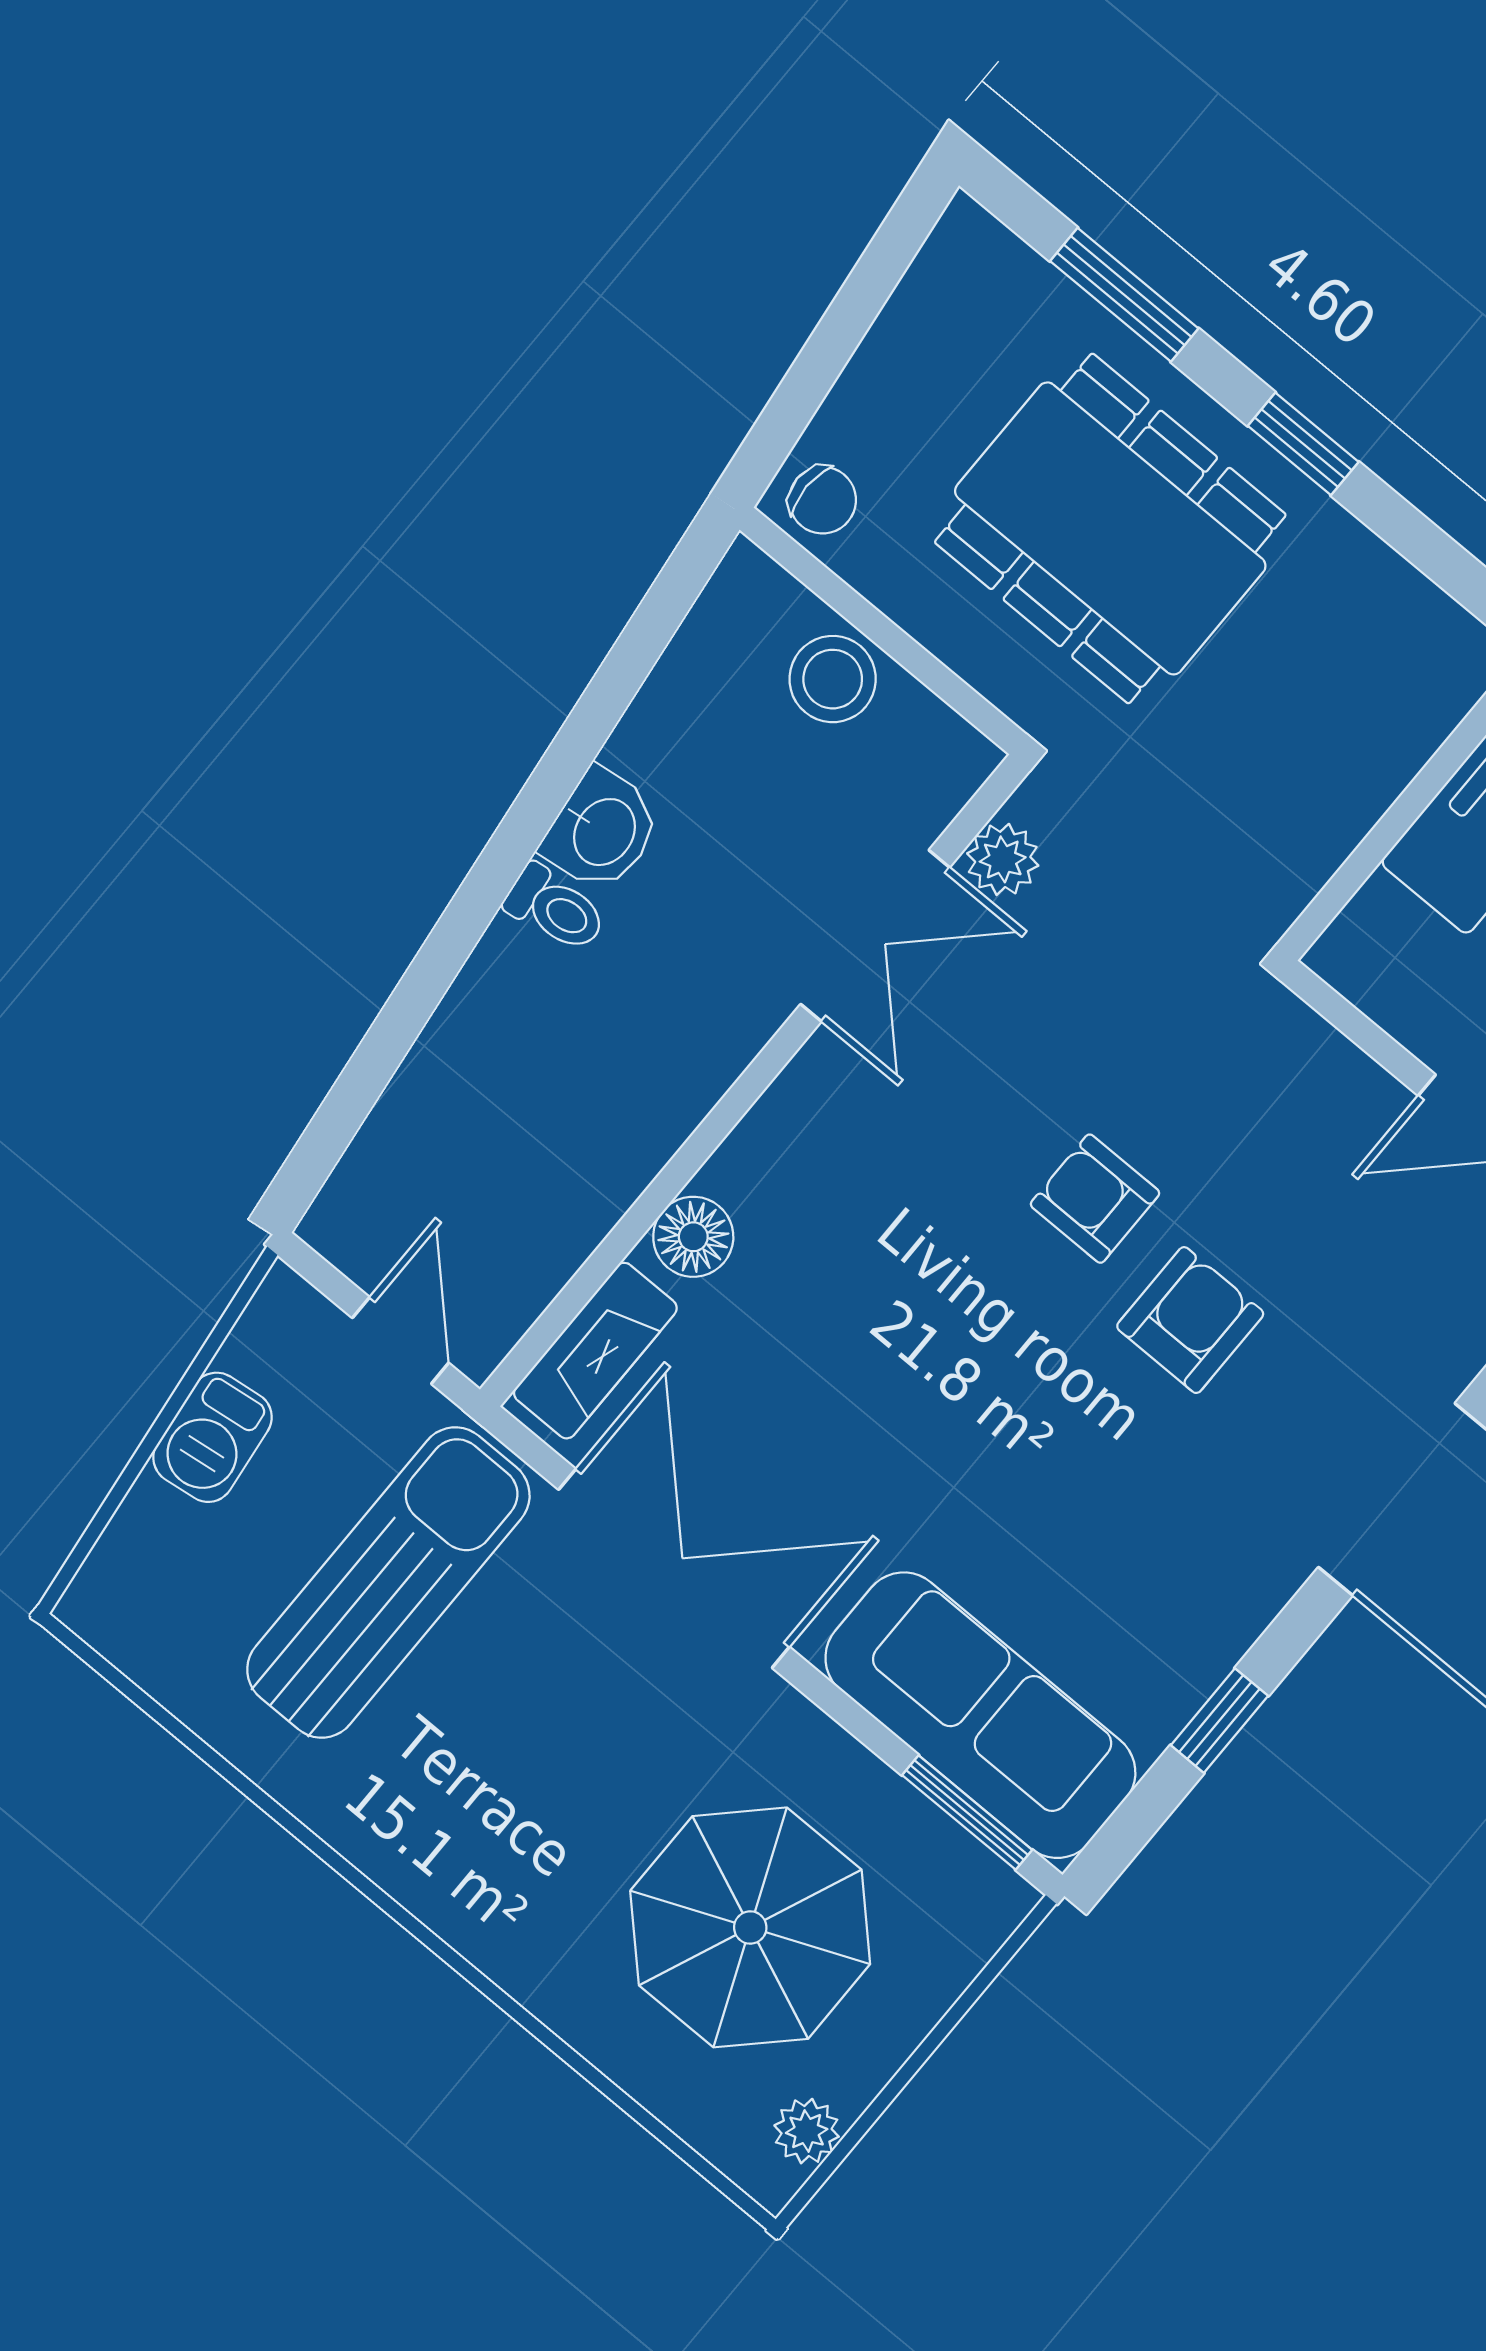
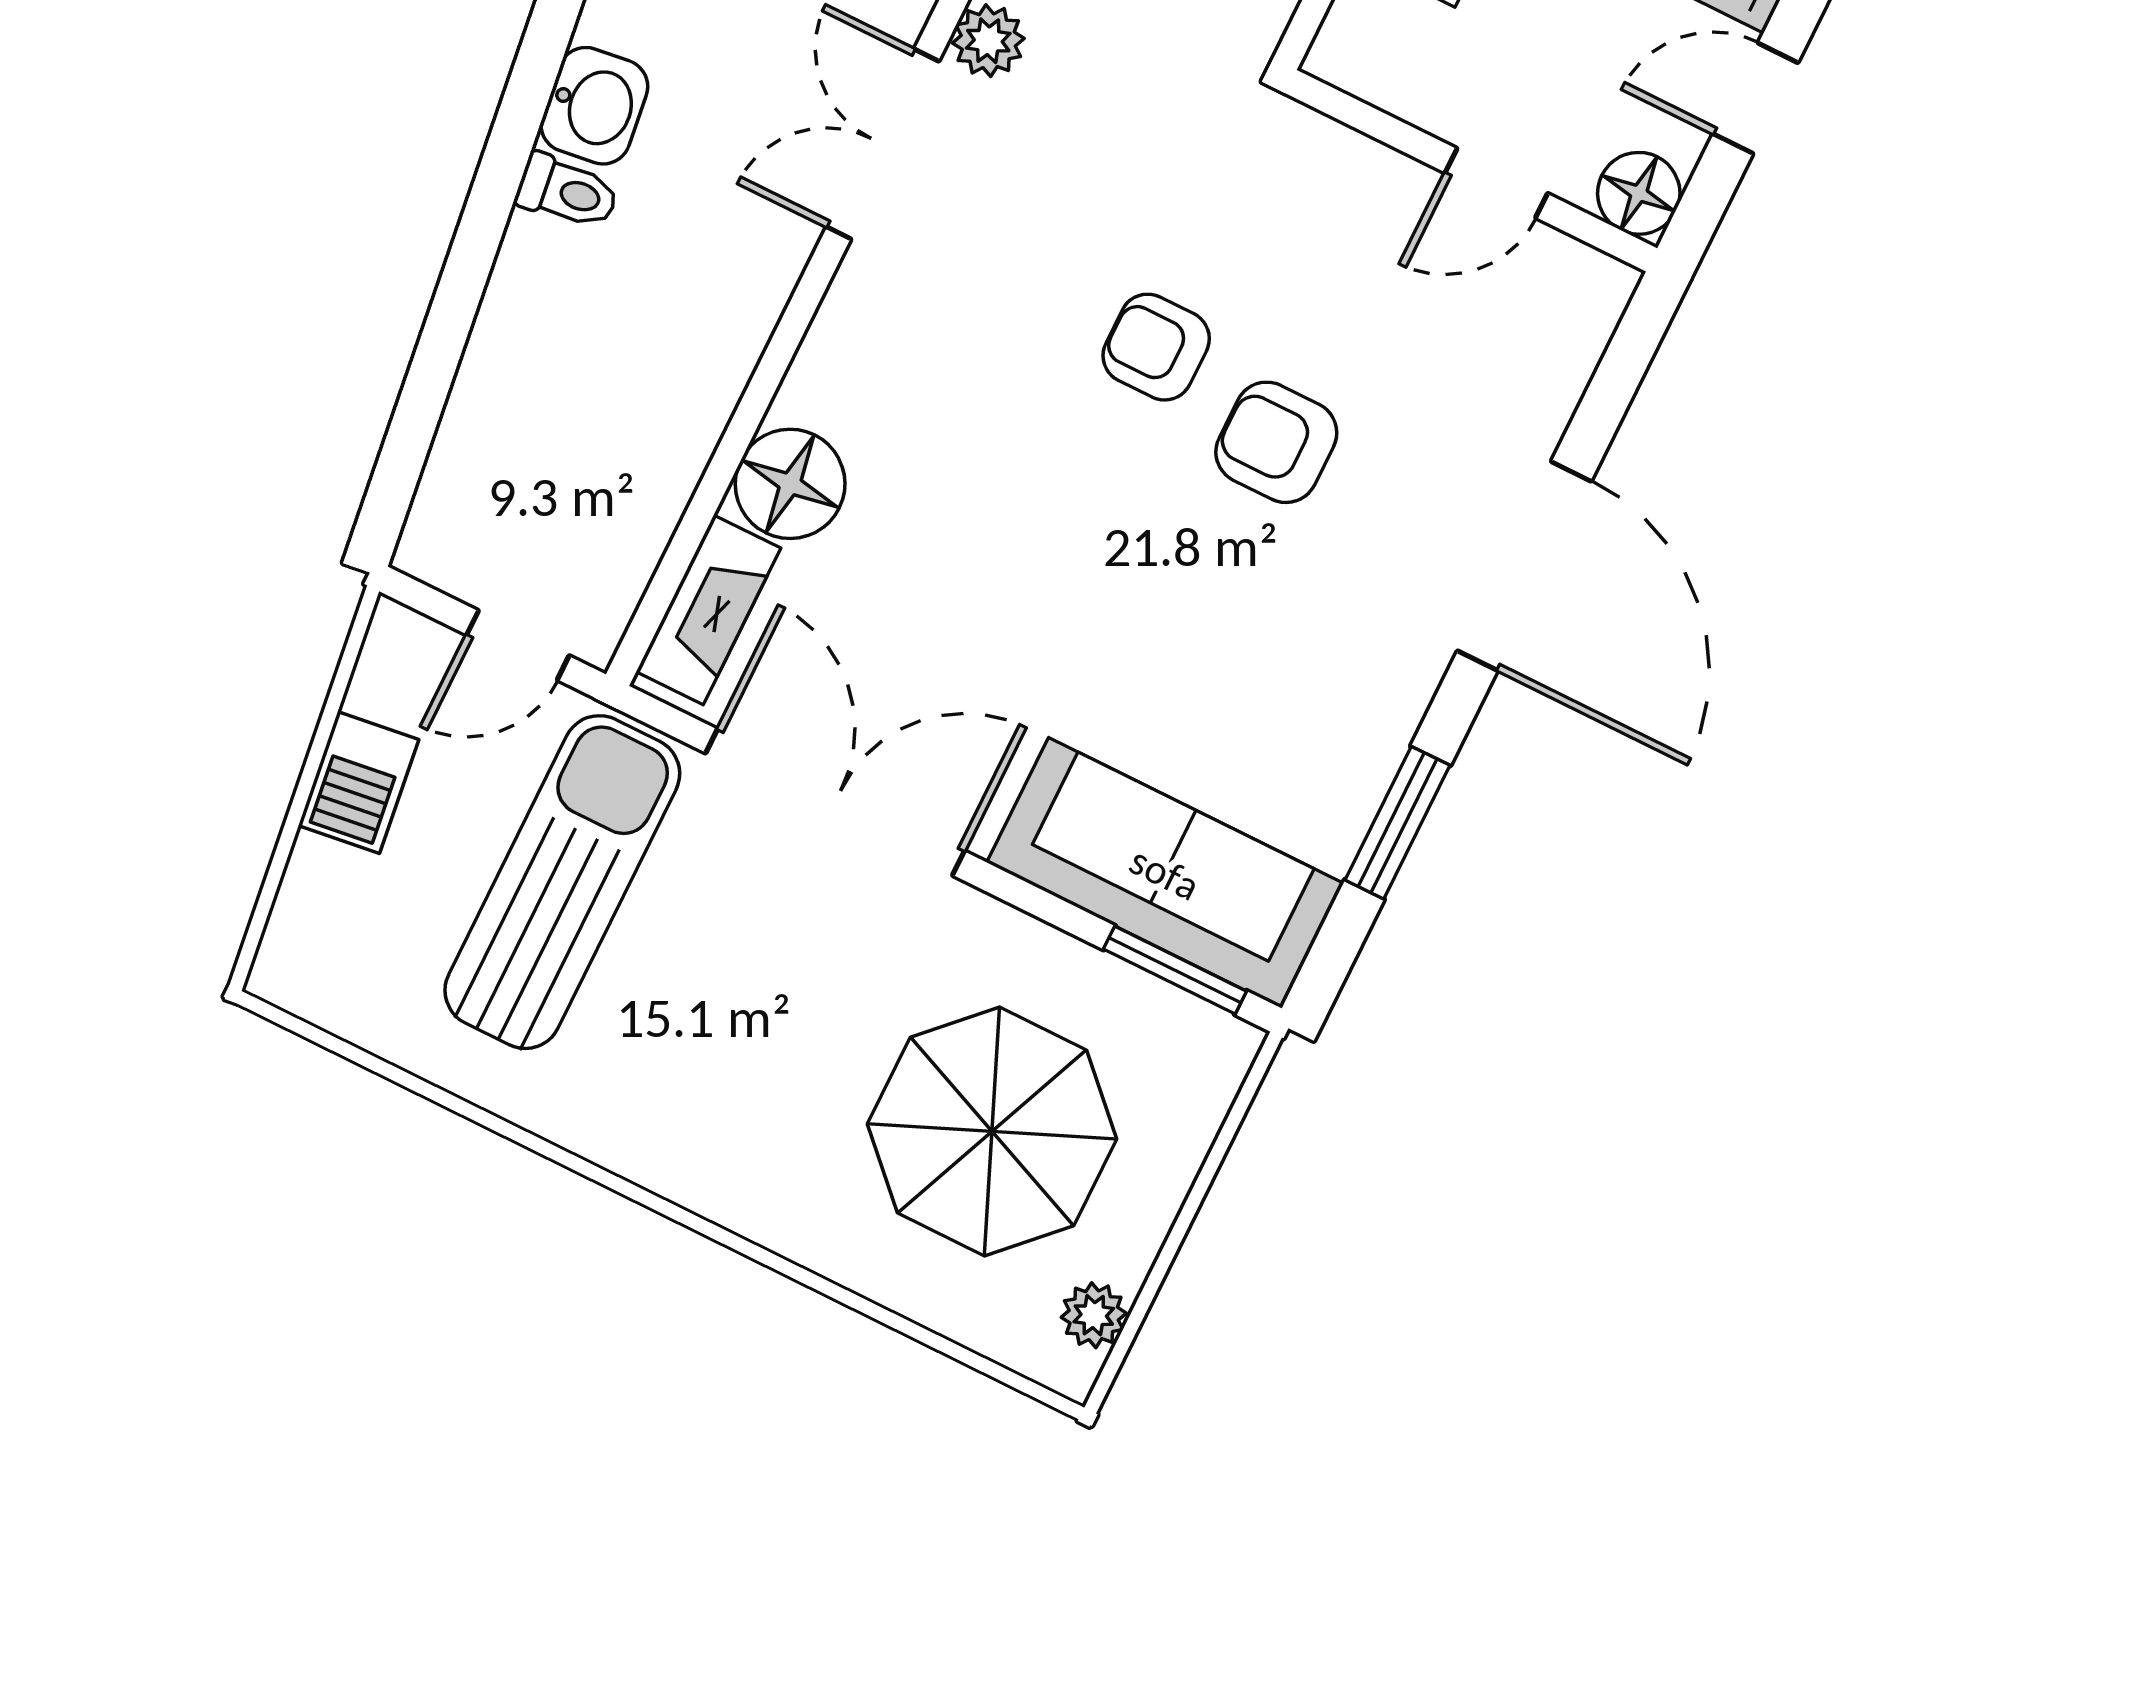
double door: (875, 936) -> (883, 144), swing flipped
floor lamp: (693, 1237) -> (790, 484), width x1.38, depth x1.38
armchair: (1190, 1320) -> (1276, 442), turned -90
door: (400, 1340) -> (518, 645), swing flipped
window: (1219, 1721) -> (1398, 823), width x1.50

